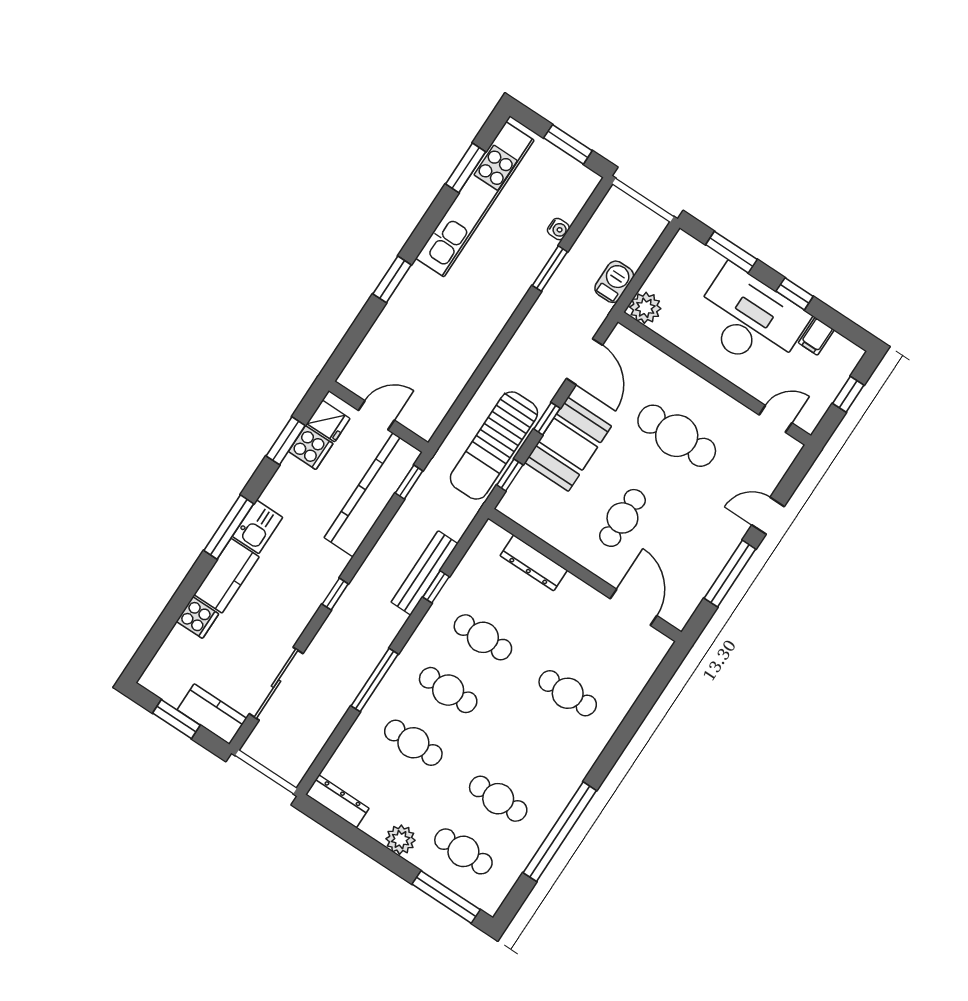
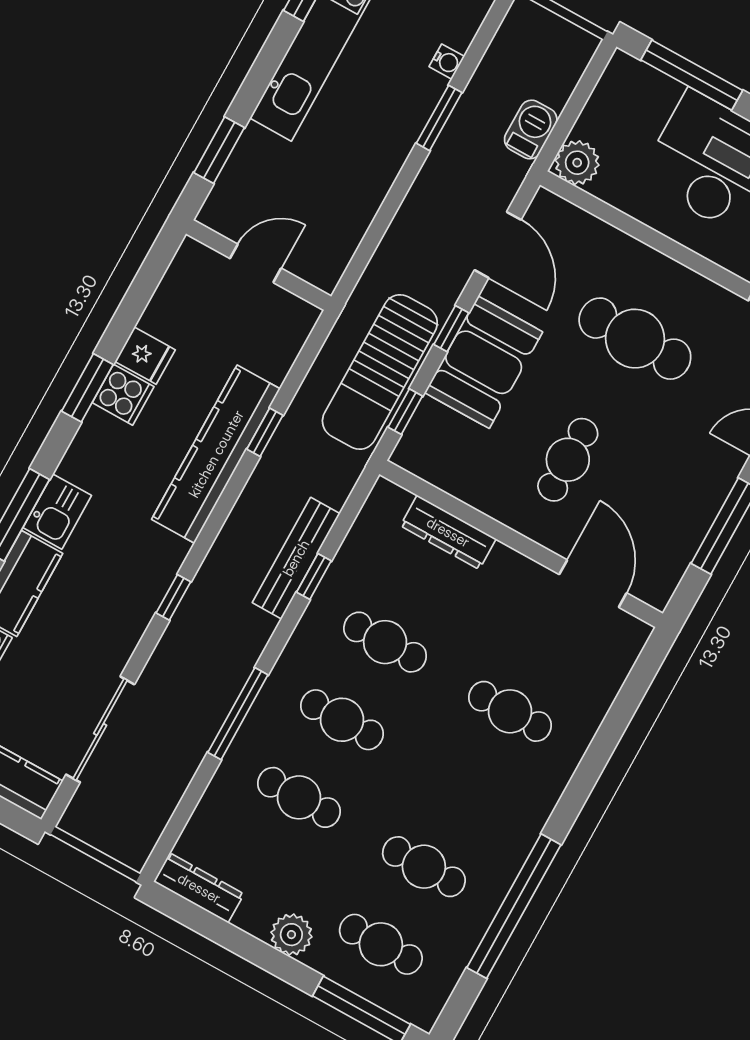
window: (731, 252) -> (692, 75), width x1.44
door: (376, 415) -> (255, 263), moved
wall: (378, 417) -> (259, 265), moved

